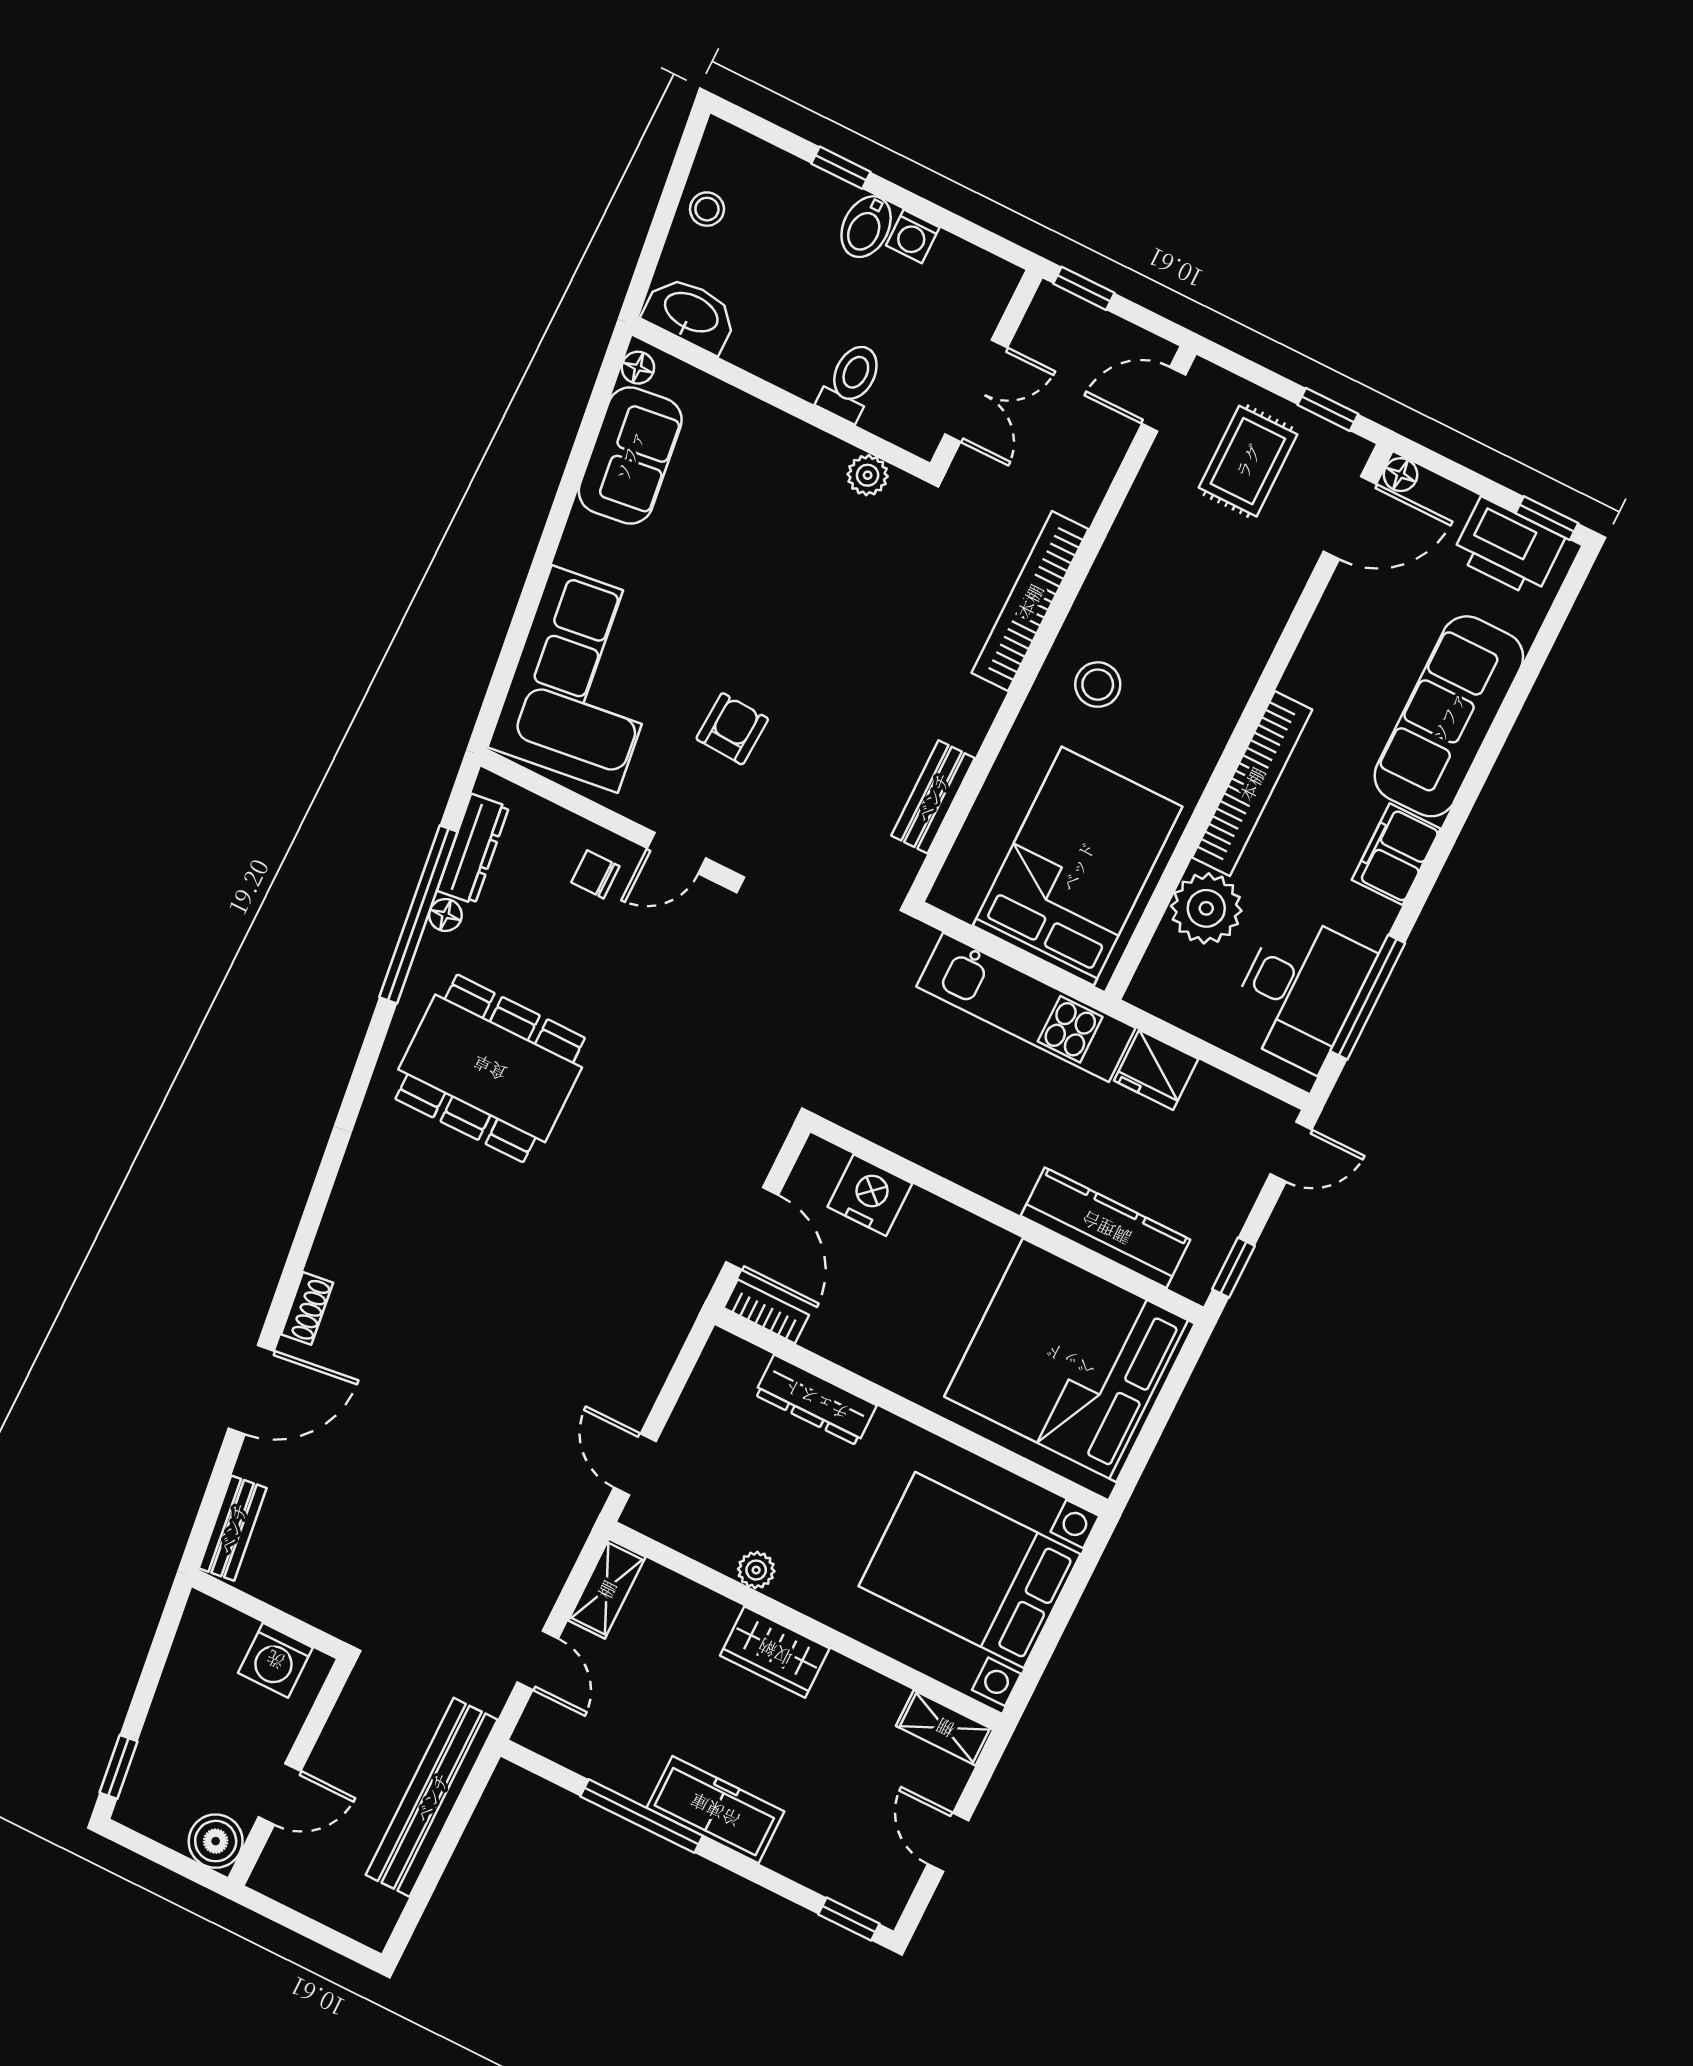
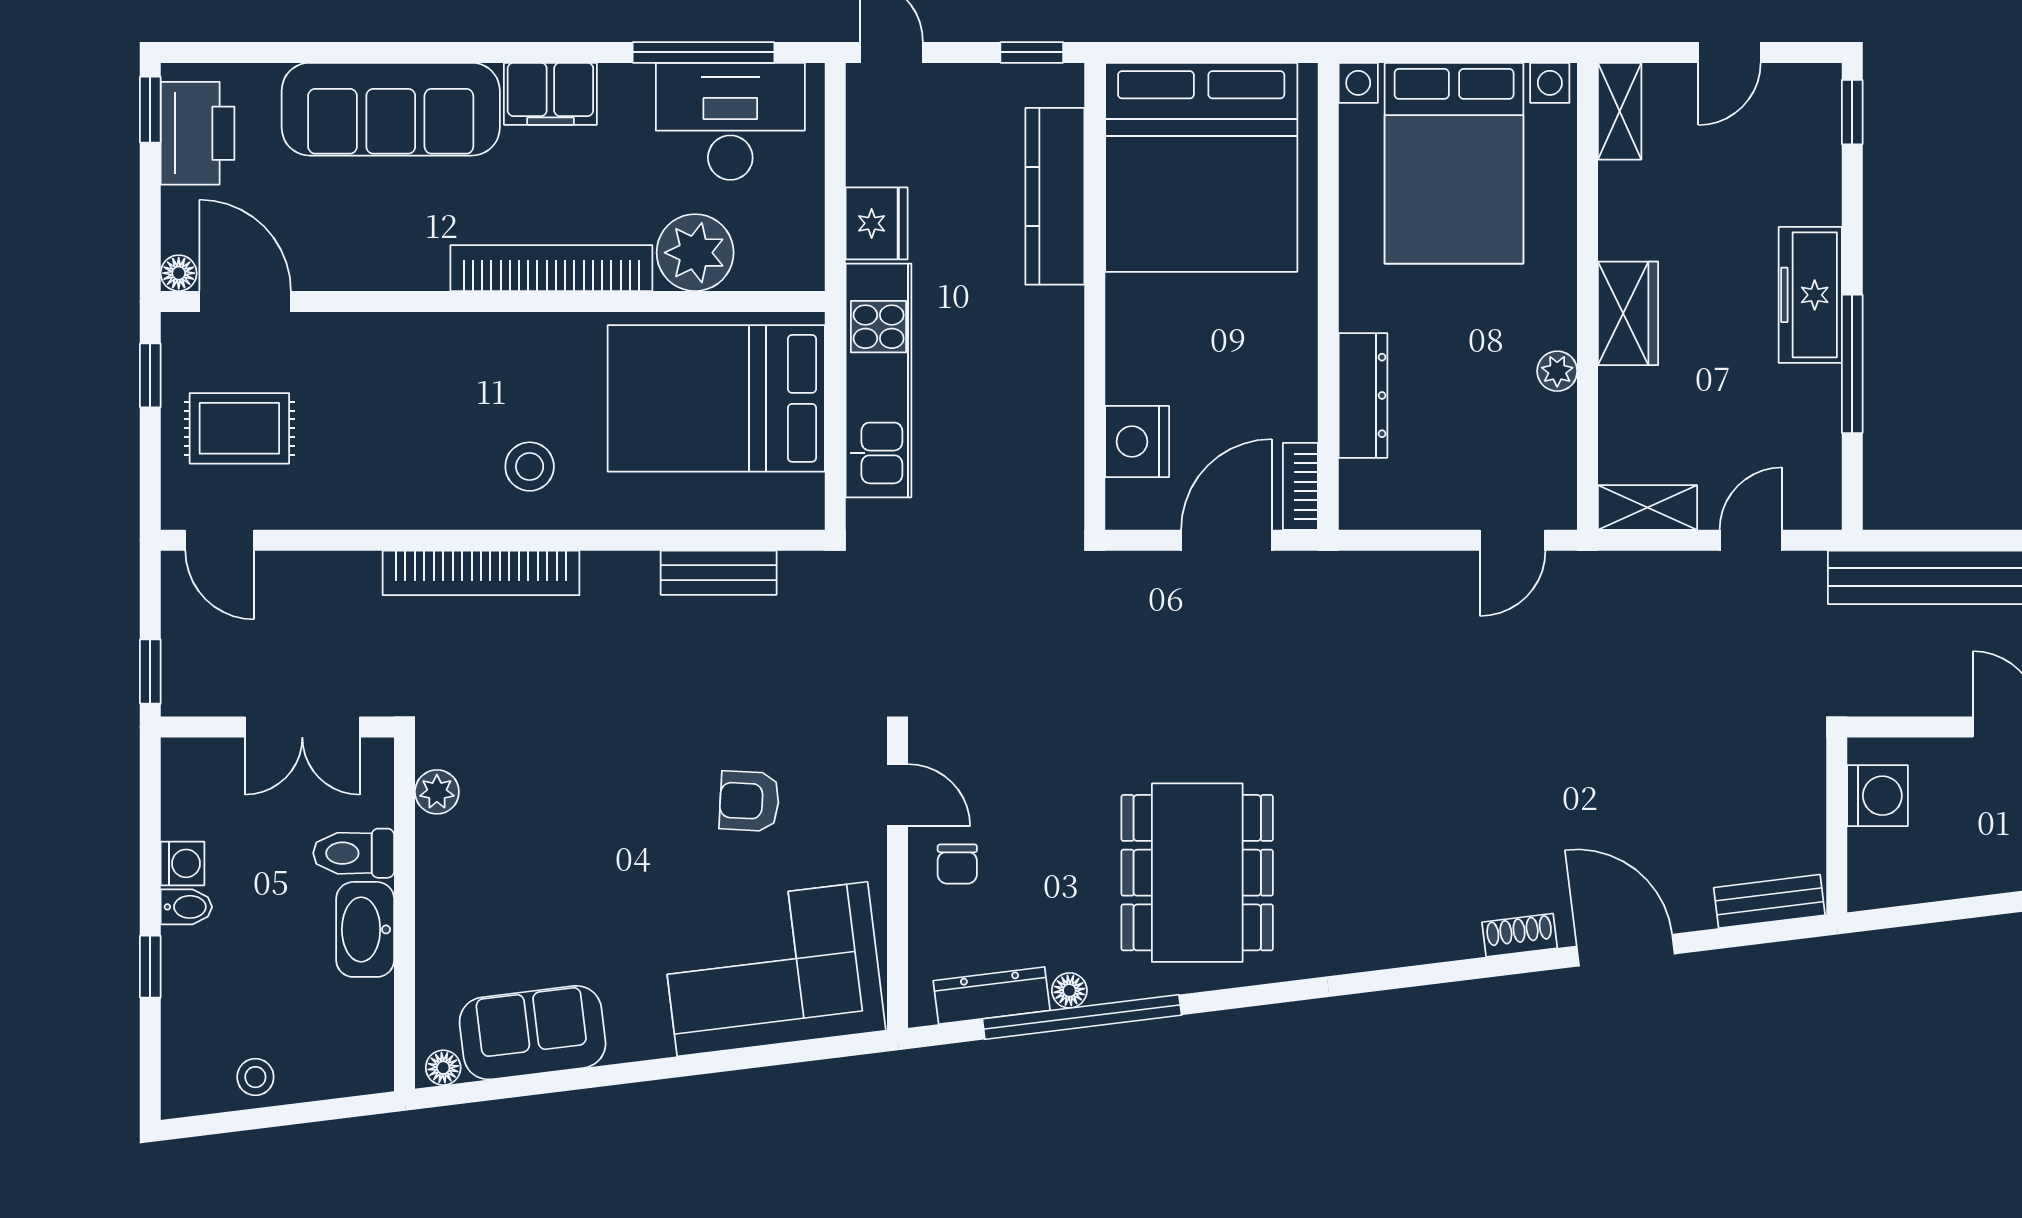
bidet: (866, 227) -> (186, 907), width x0.72, depth x0.74
washbasin: (691, 314) -> (365, 929), moved
double door: (976, 391) -> (302, 727), swing flipped

